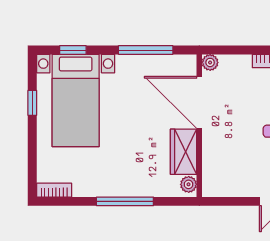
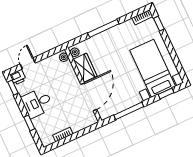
plant: (210, 62) -> (64, 57), moved
door: (199, 102) -> (89, 97), hinge flipped
window: (32, 103) -> (159, 24), moved

